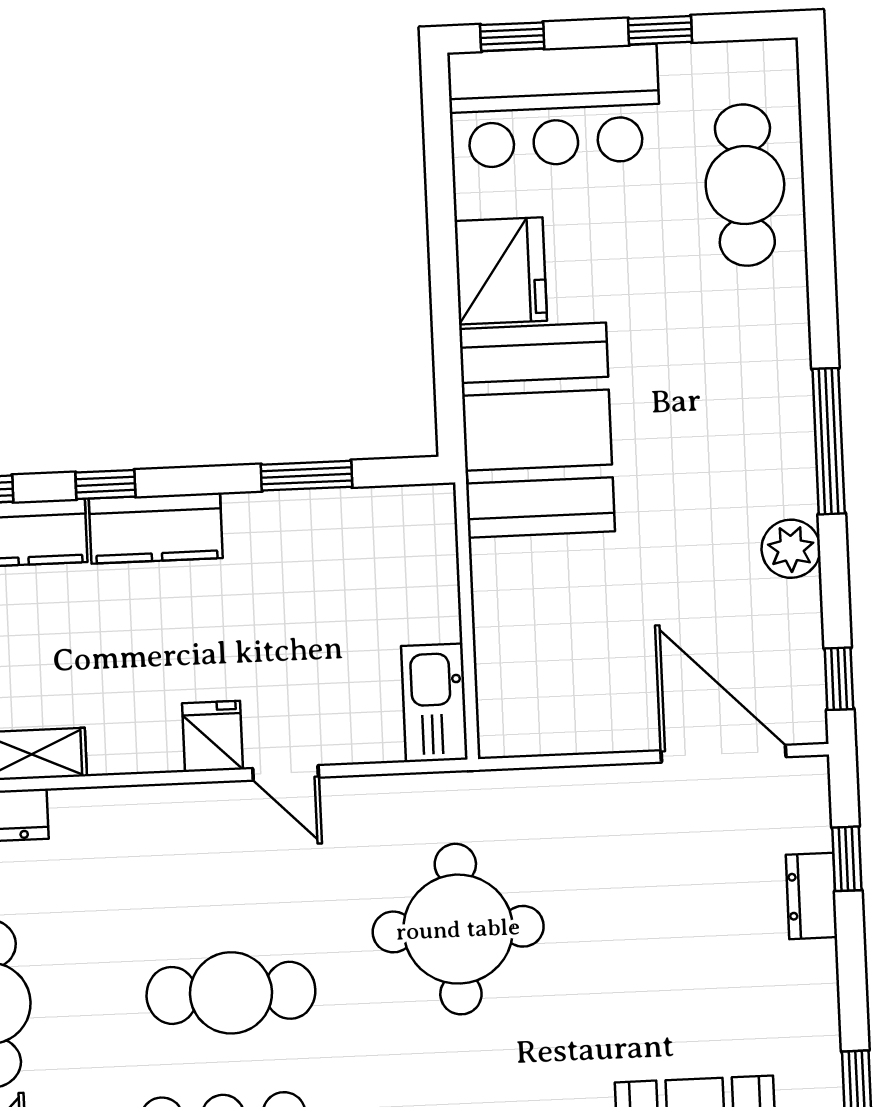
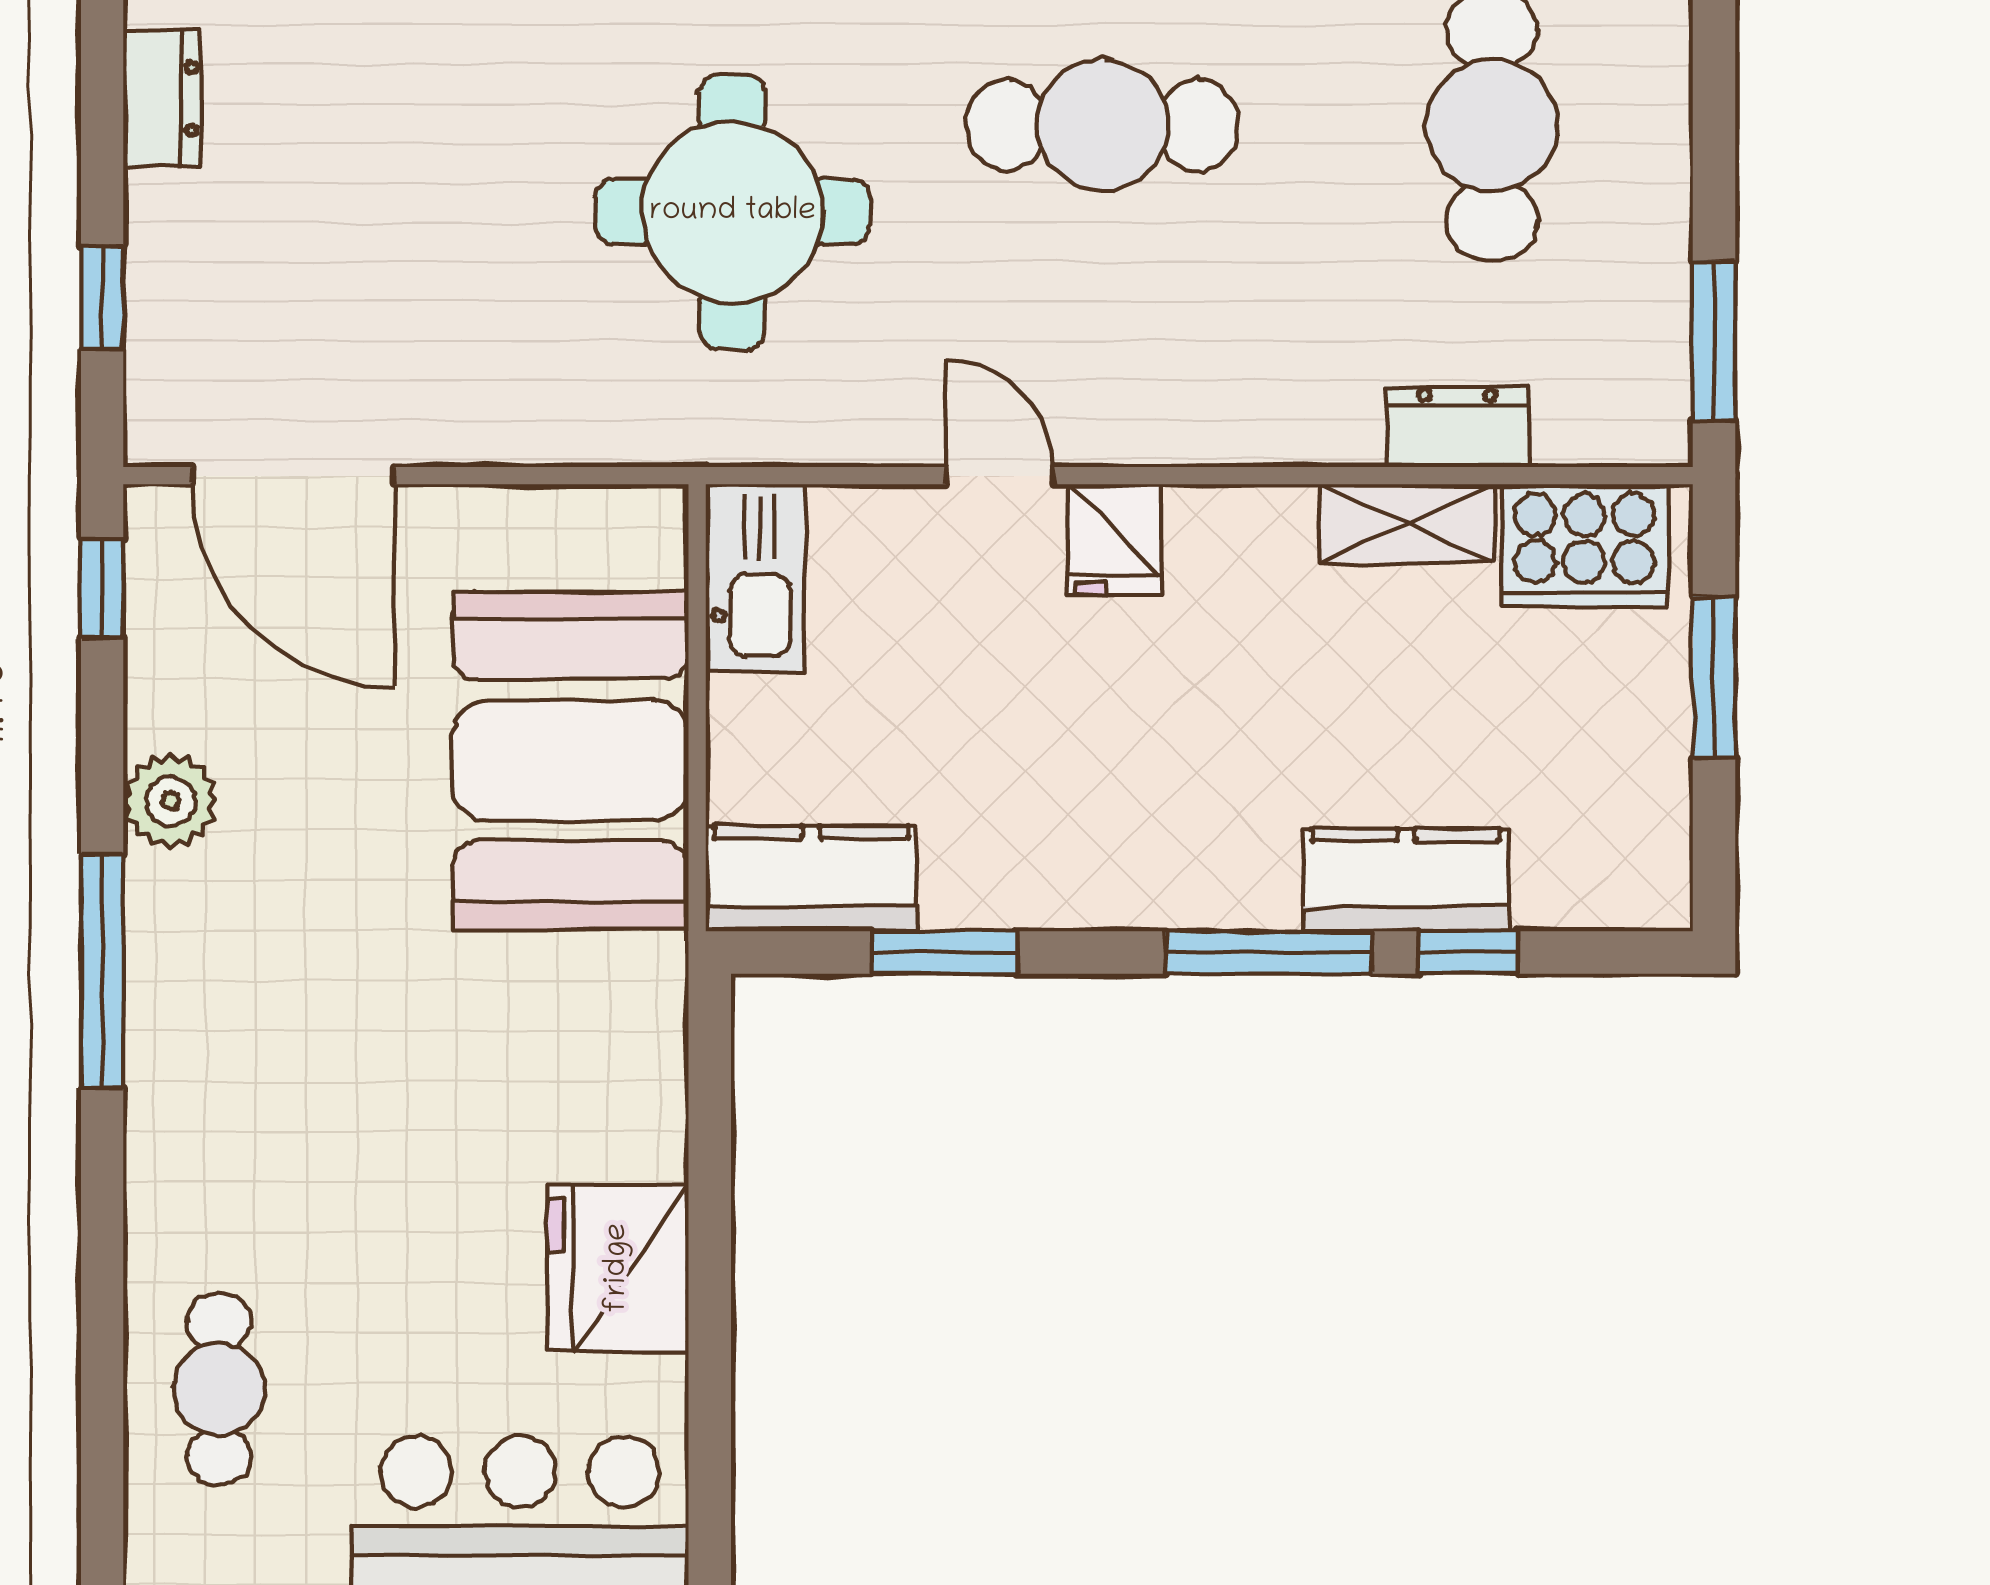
cafe table: (745, 185) -> (219, 1389), width x0.73, depth x0.74
booth: (537, 430) -> (571, 760), moved
window: (105, 484) -> (1269, 952), width x2.17
kitchen counter: (156, 528) -> (811, 879), moved
dresser: (811, 896) -> (162, 99), moved

